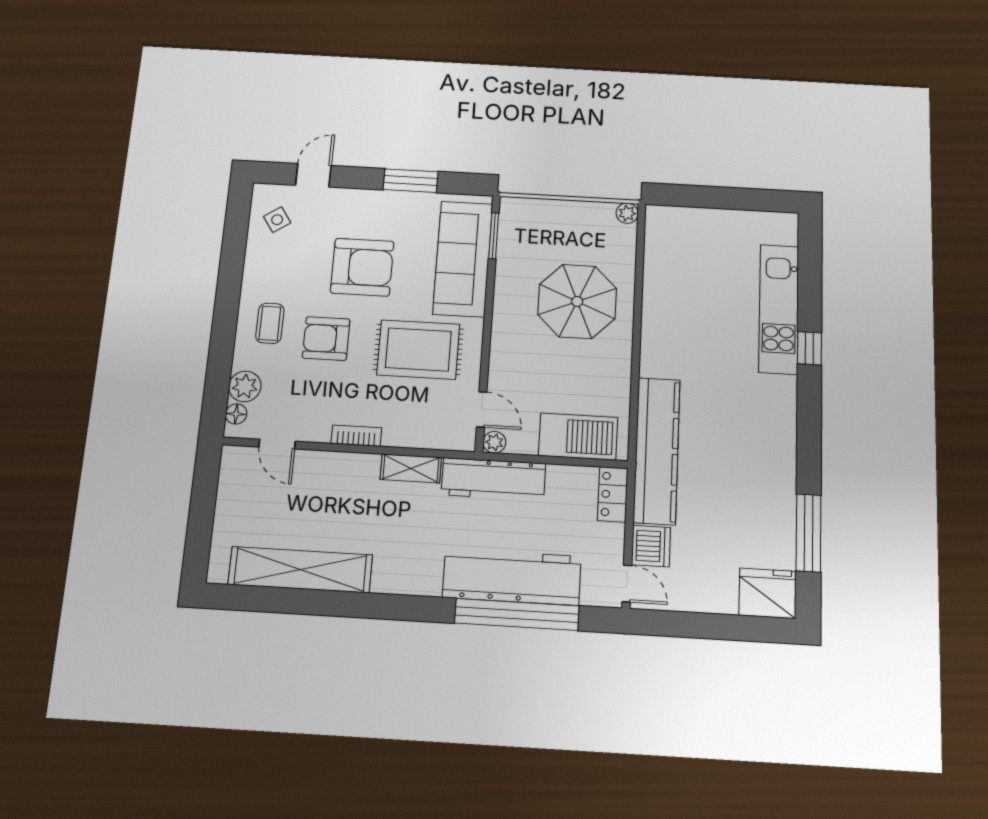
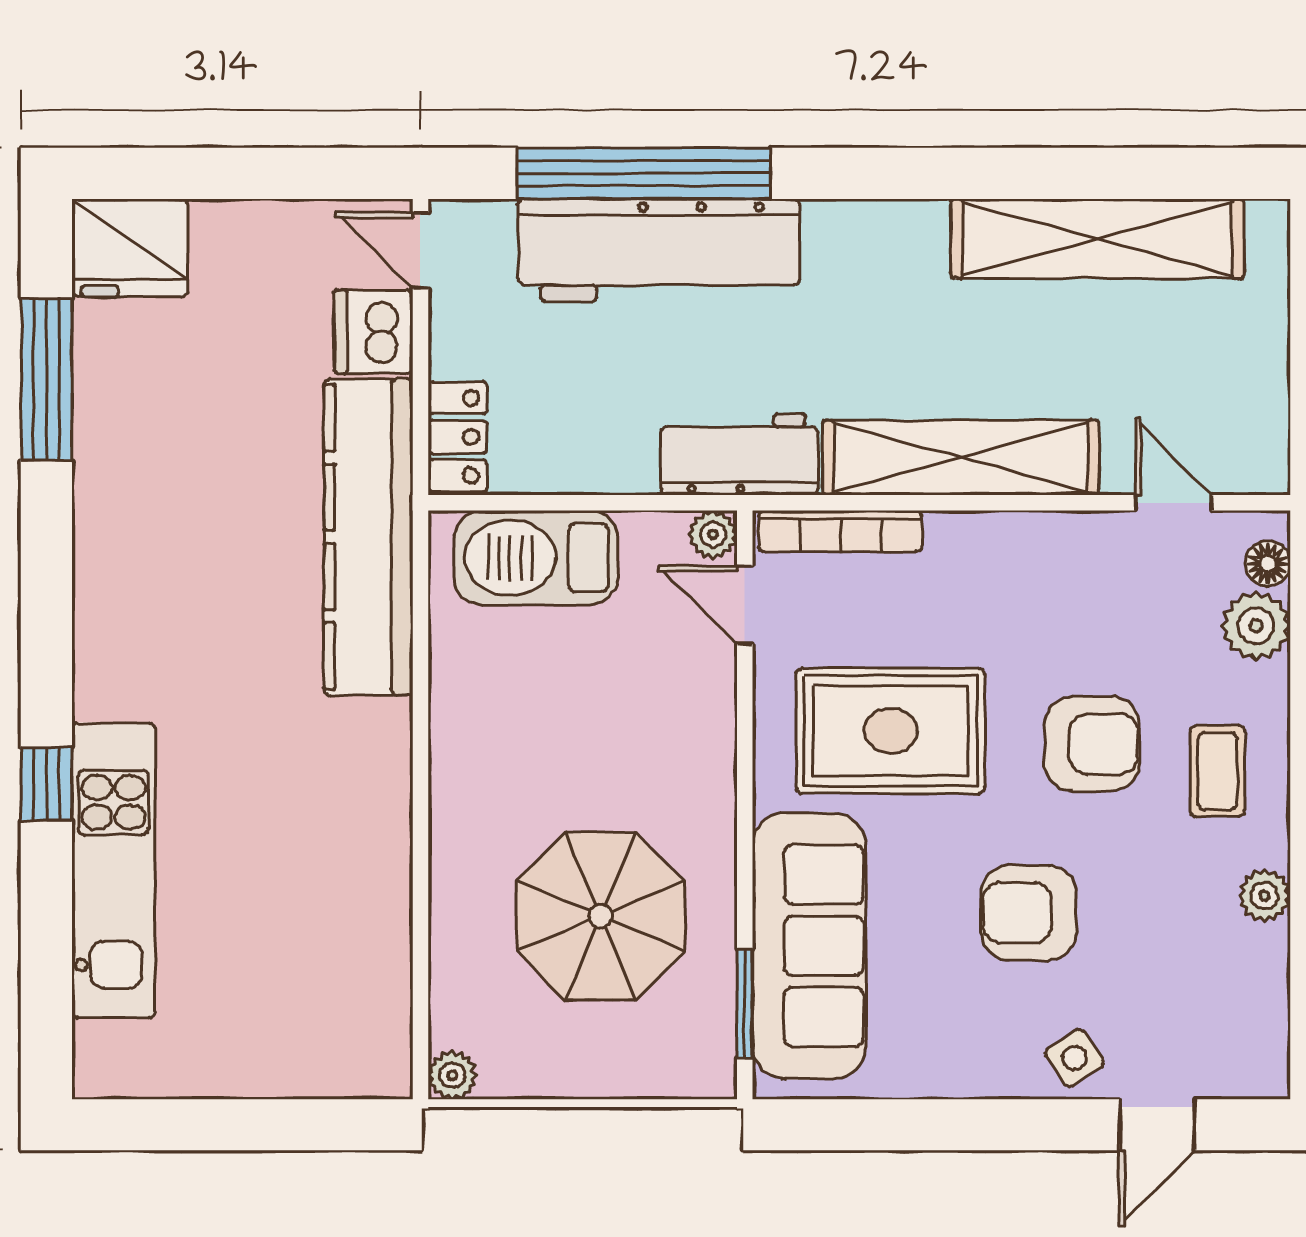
window: (411, 181) -> (939, 1125), removed
side table: (277, 220) -> (1074, 1058), moved
armchair: (362, 267) -> (1029, 913), width x0.73, depth x0.73
plant: (255, 268) -> (1265, 896), added
parasol: (577, 301) -> (601, 916), moved
bookcase: (356, 436) -> (840, 531), moved, width x1.56
shelving: (411, 468) -> (961, 458), width x2.20, depth x1.33
workbench: (493, 479) -> (739, 455), width x0.73

